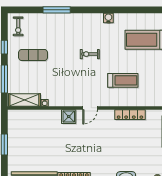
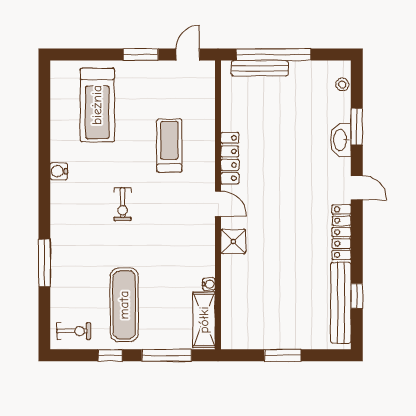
exercise mat: (33, 55) -> (124, 305), width x1.36, depth x1.45
locker: (130, 115) -> (230, 158), moved

